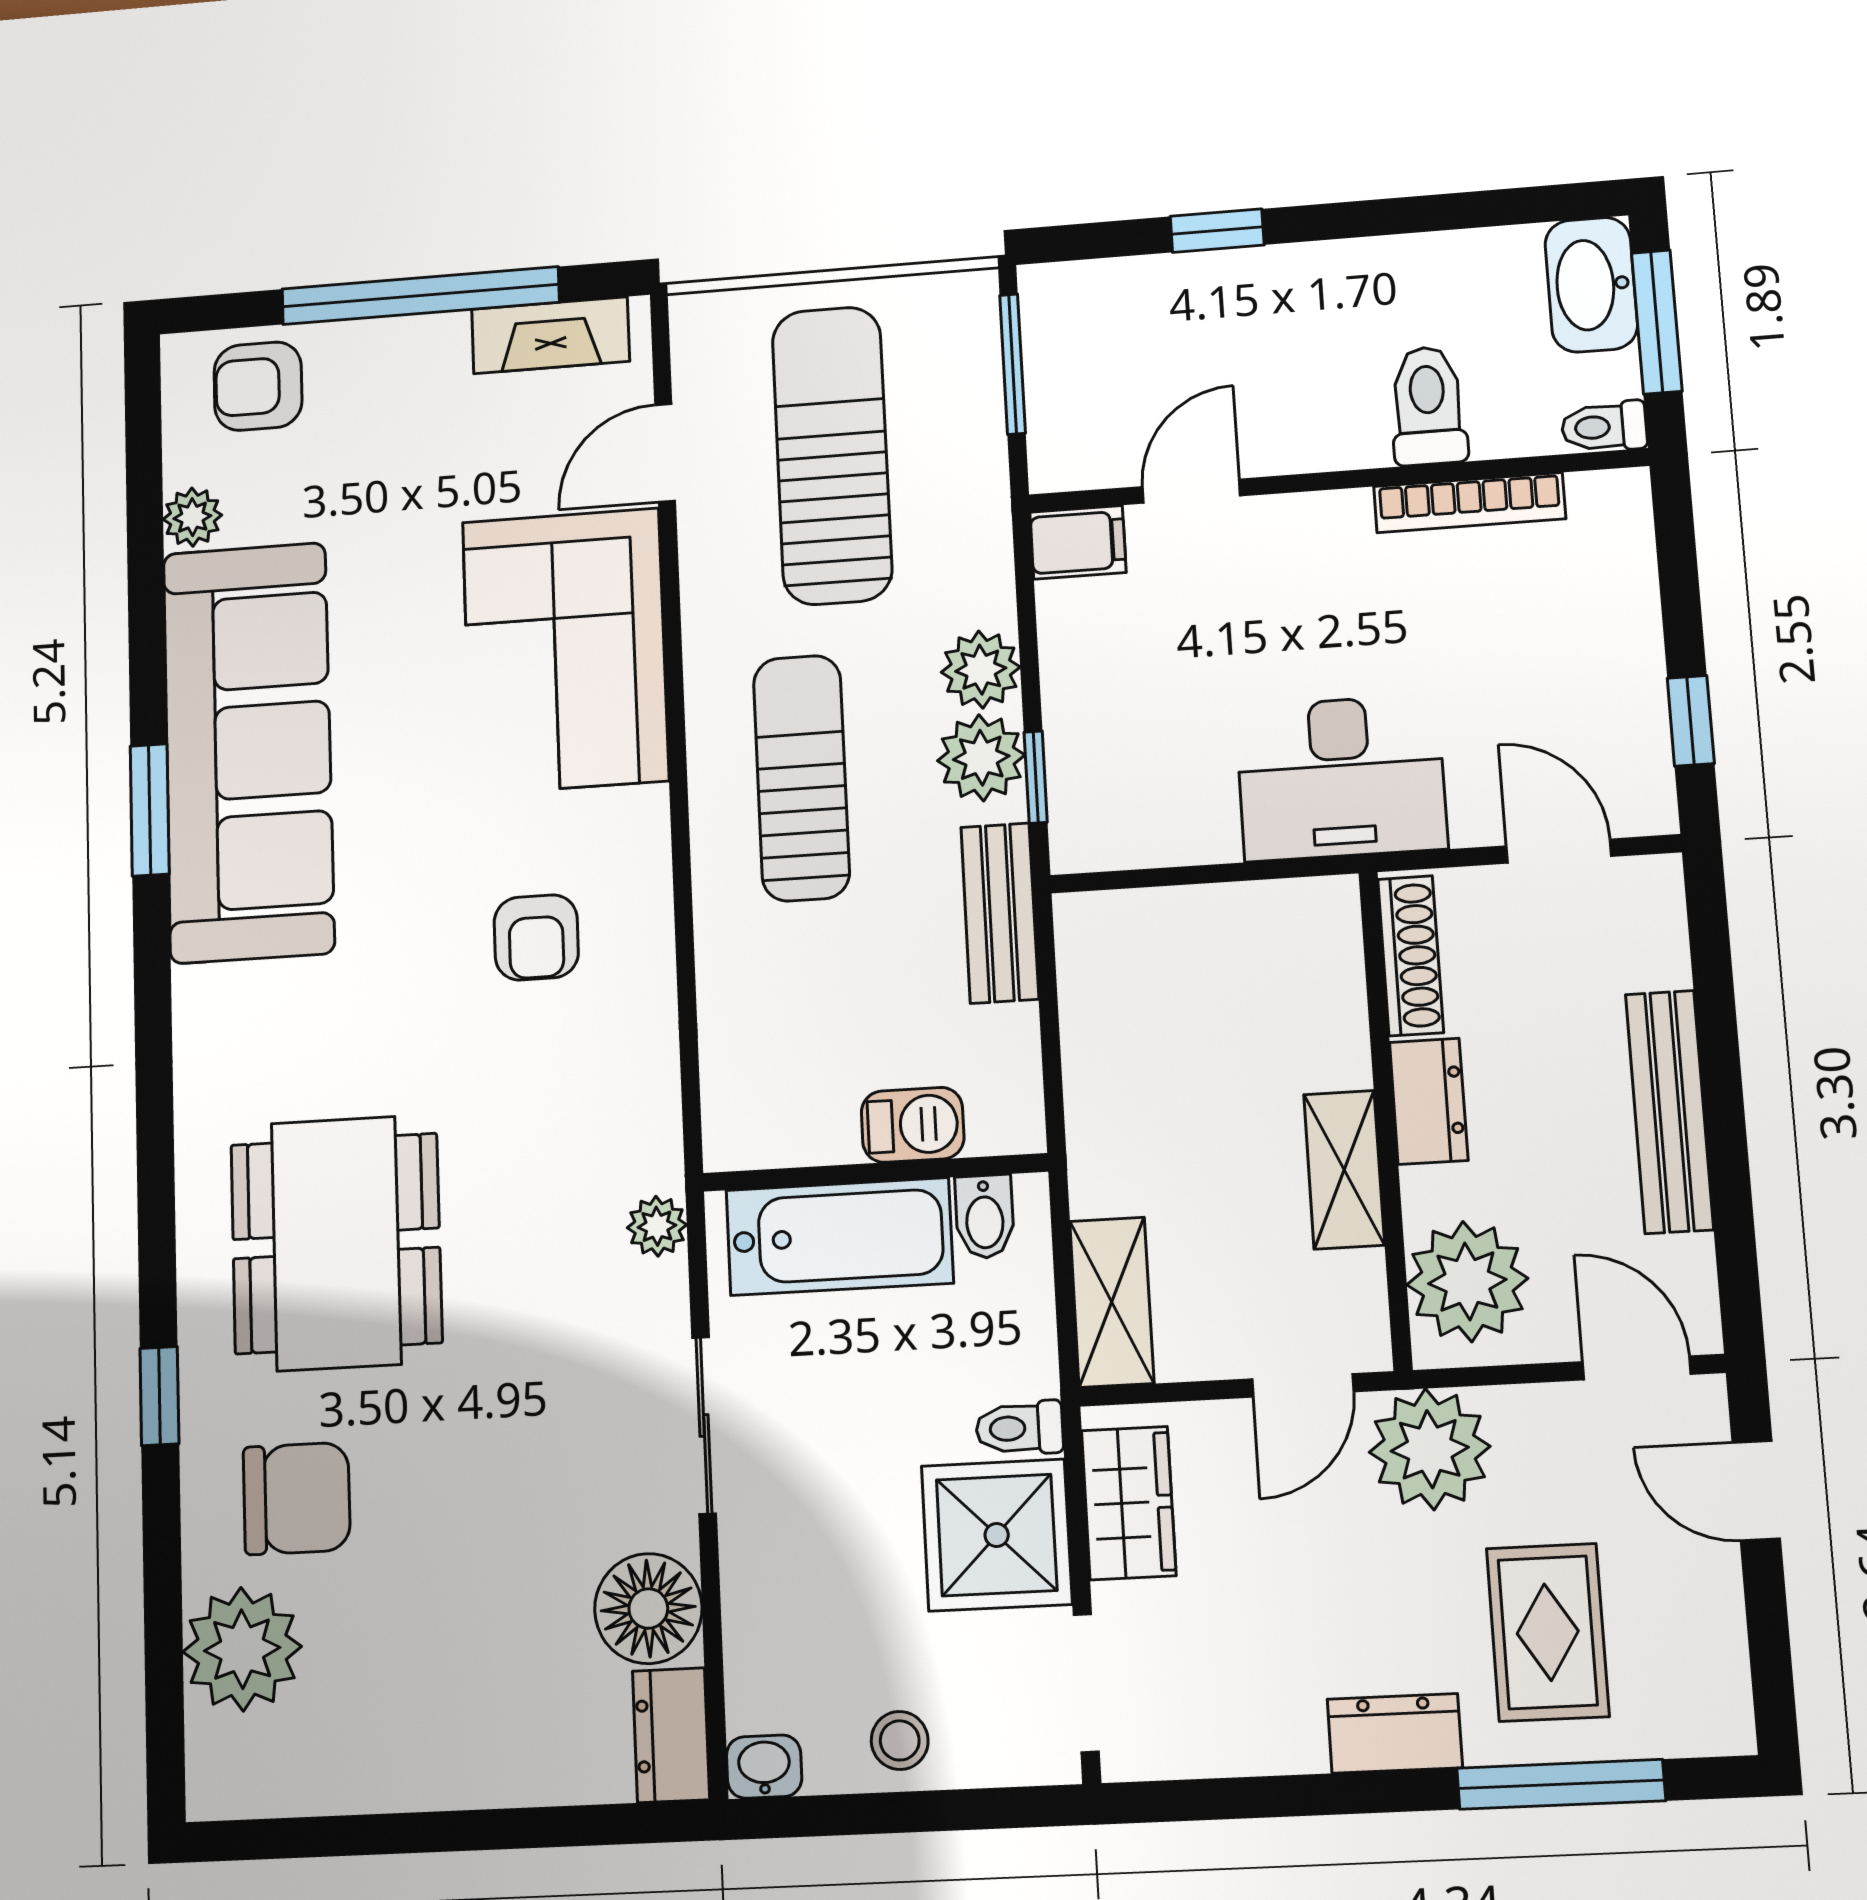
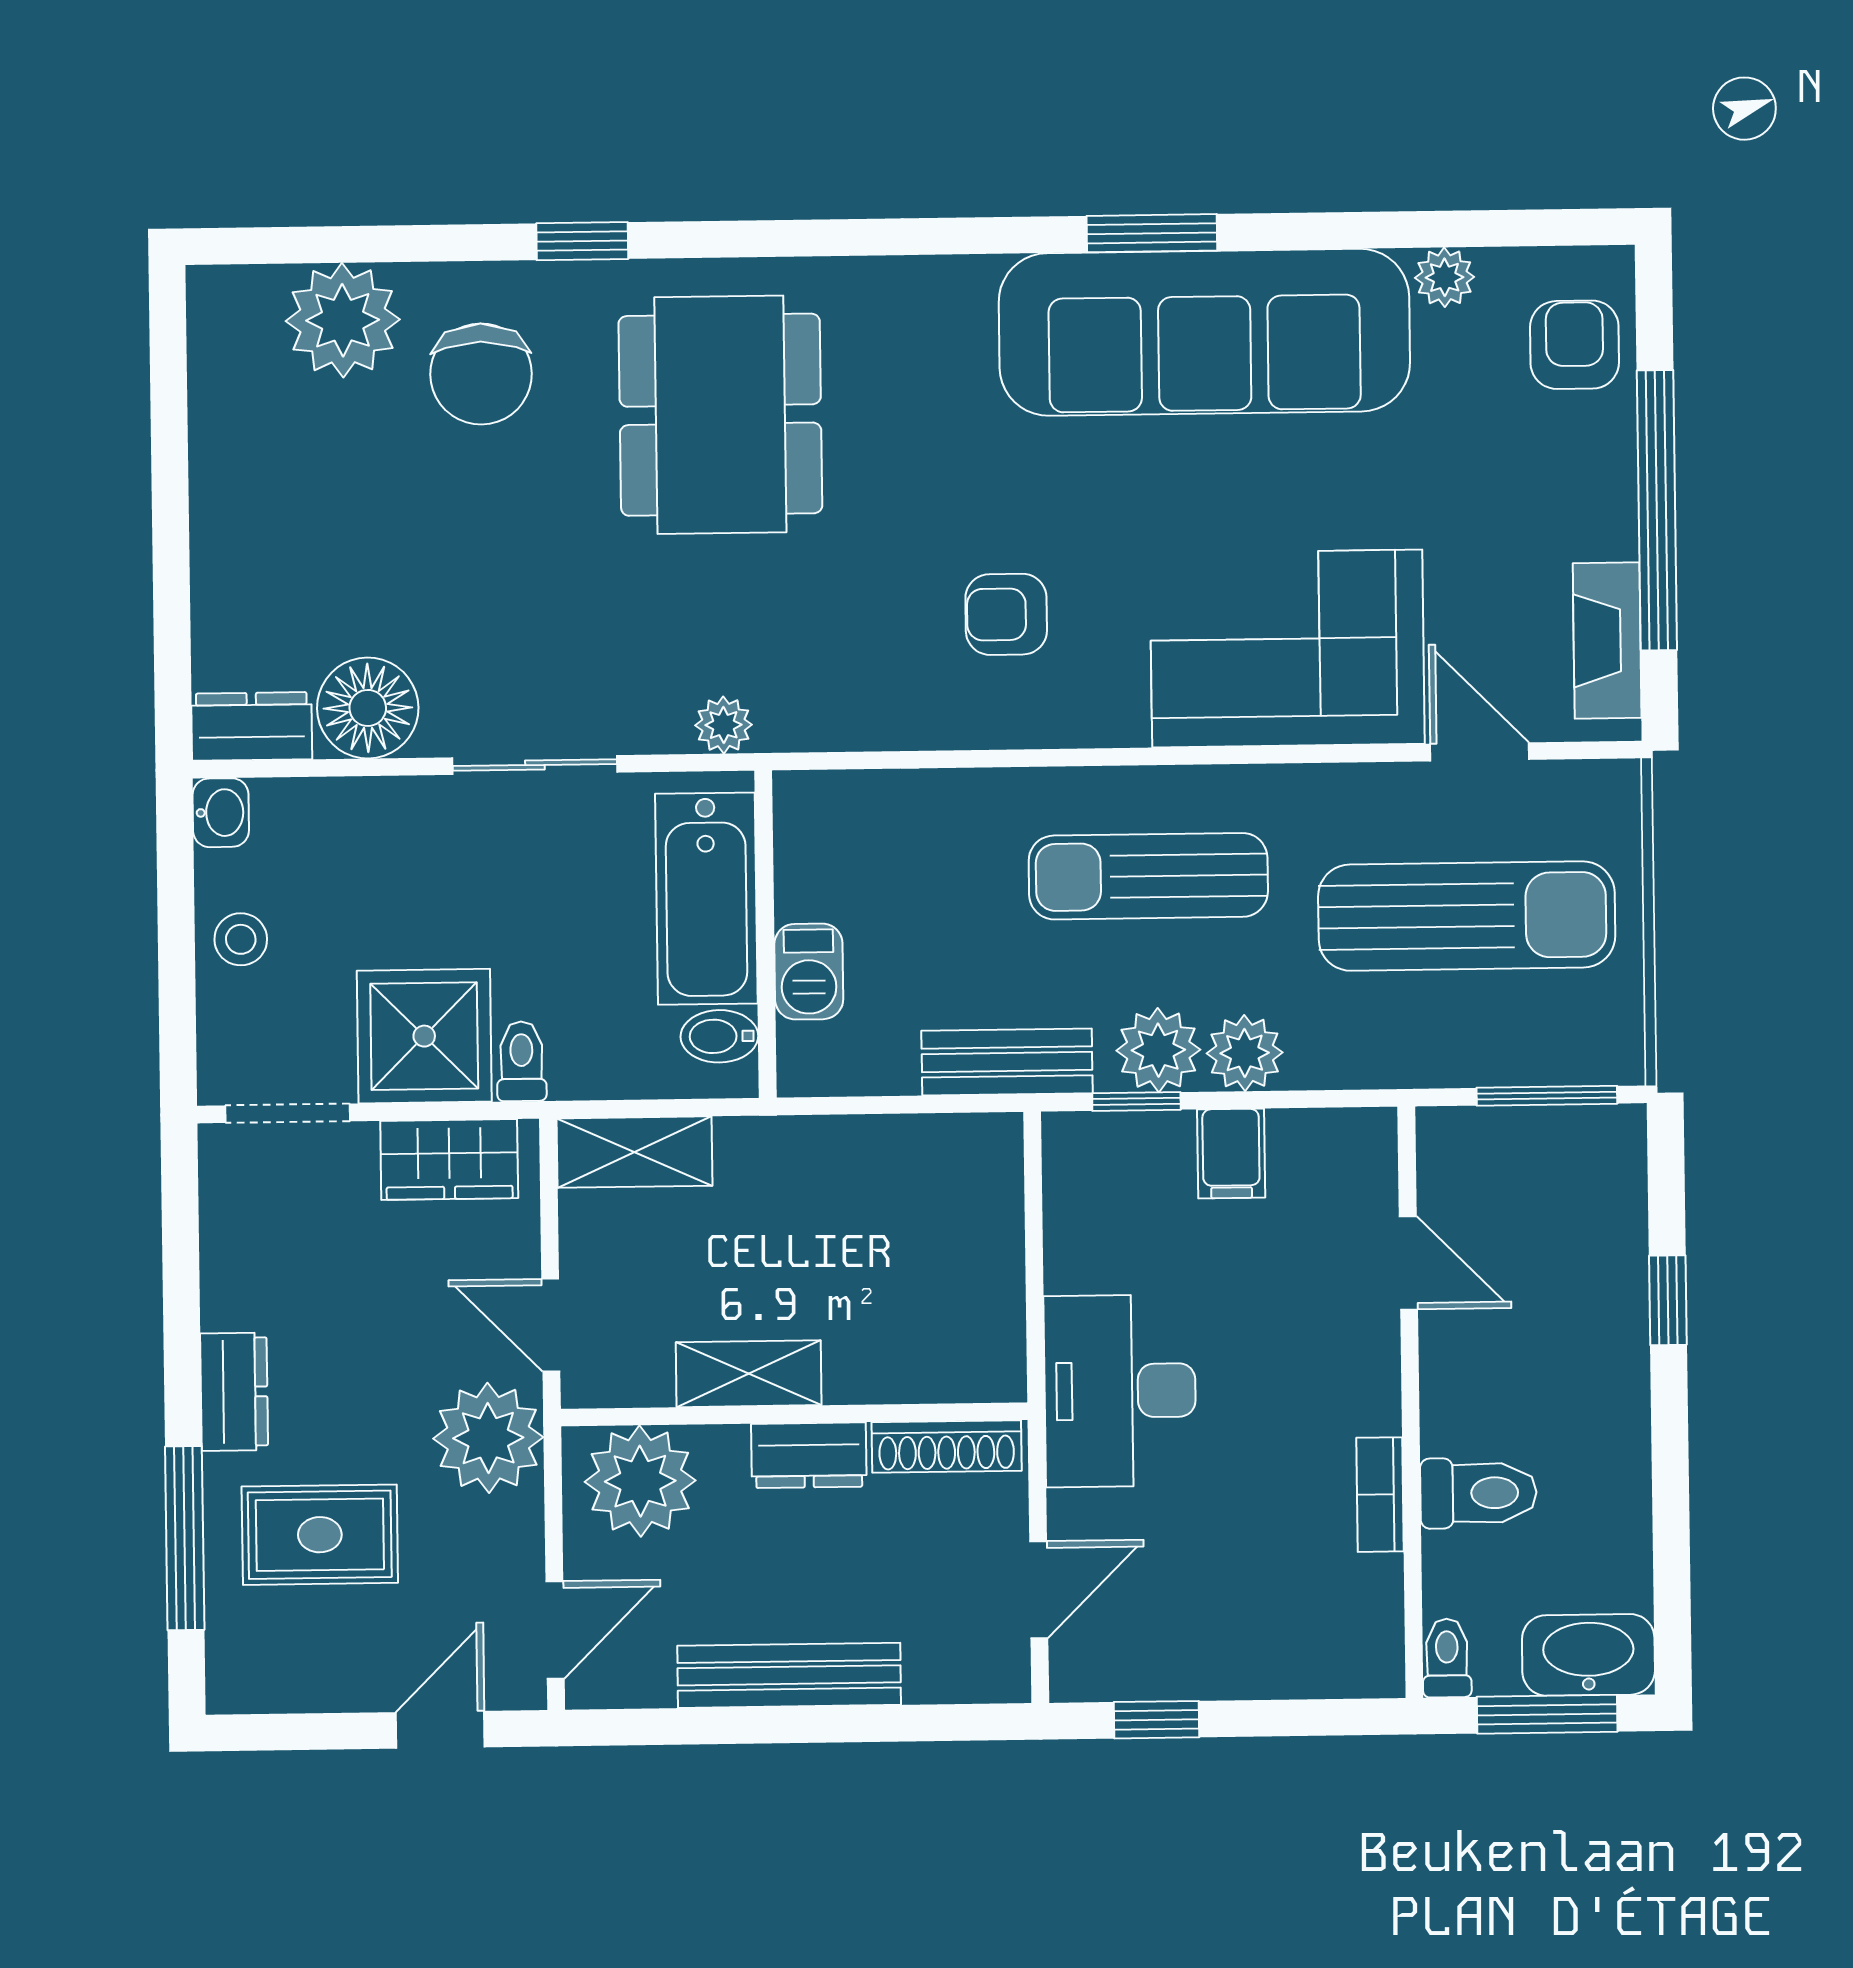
bookcase: (1469, 503) -> (1380, 1495), width x0.64
filing cabinet: (1078, 542) -> (1231, 1154), moved
sun lounger: (801, 778) -> (1148, 876), turned 180
dining table: (336, 1243) -> (720, 415), turned 90

